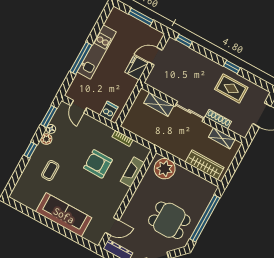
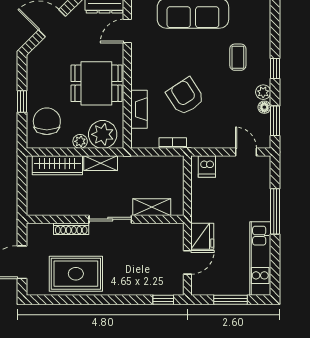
kitchen unit: (97, 52) -> (260, 258), moved
window: (232, 67) -> (89, 300), removed
rug: (231, 88) -> (76, 274), width x1.36, depth x1.43
shelving: (222, 138) -> (101, 163), moved
armchair: (98, 164) -> (185, 96), turned -123
plant: (182, 172) -> (80, 141), added
chair: (196, 197) -> (47, 121), added
window: (205, 218) -> (22, 101), width x0.32
dining table: (169, 220) -> (96, 83), moved

